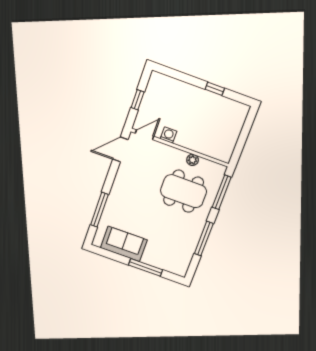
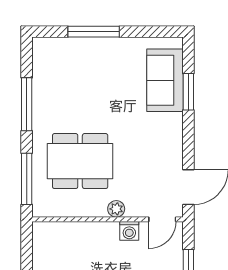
plant: (193, 160) -> (116, 209), moved
window: (99, 210) -> (188, 92), width x0.69
sofa: (124, 244) -> (165, 80), moved, turned 90

